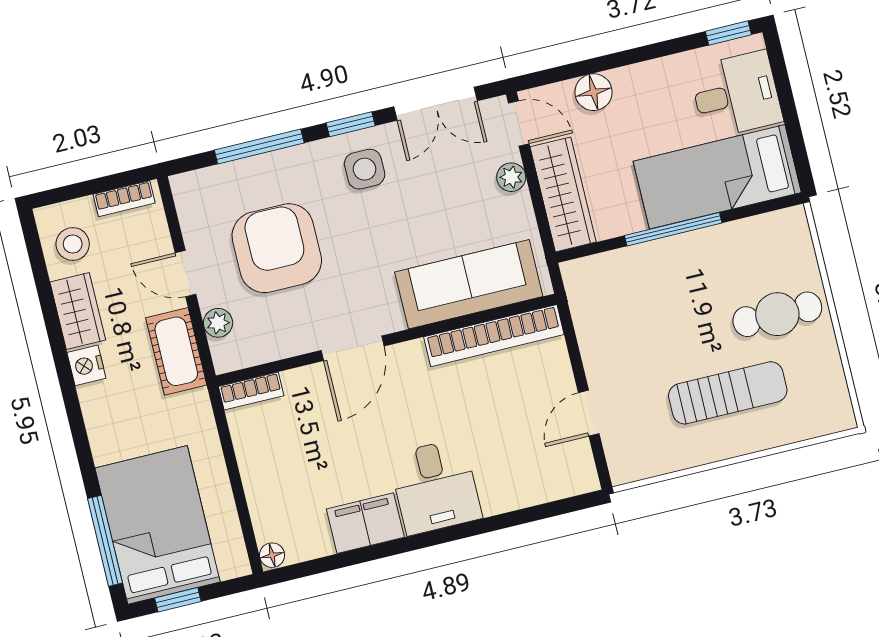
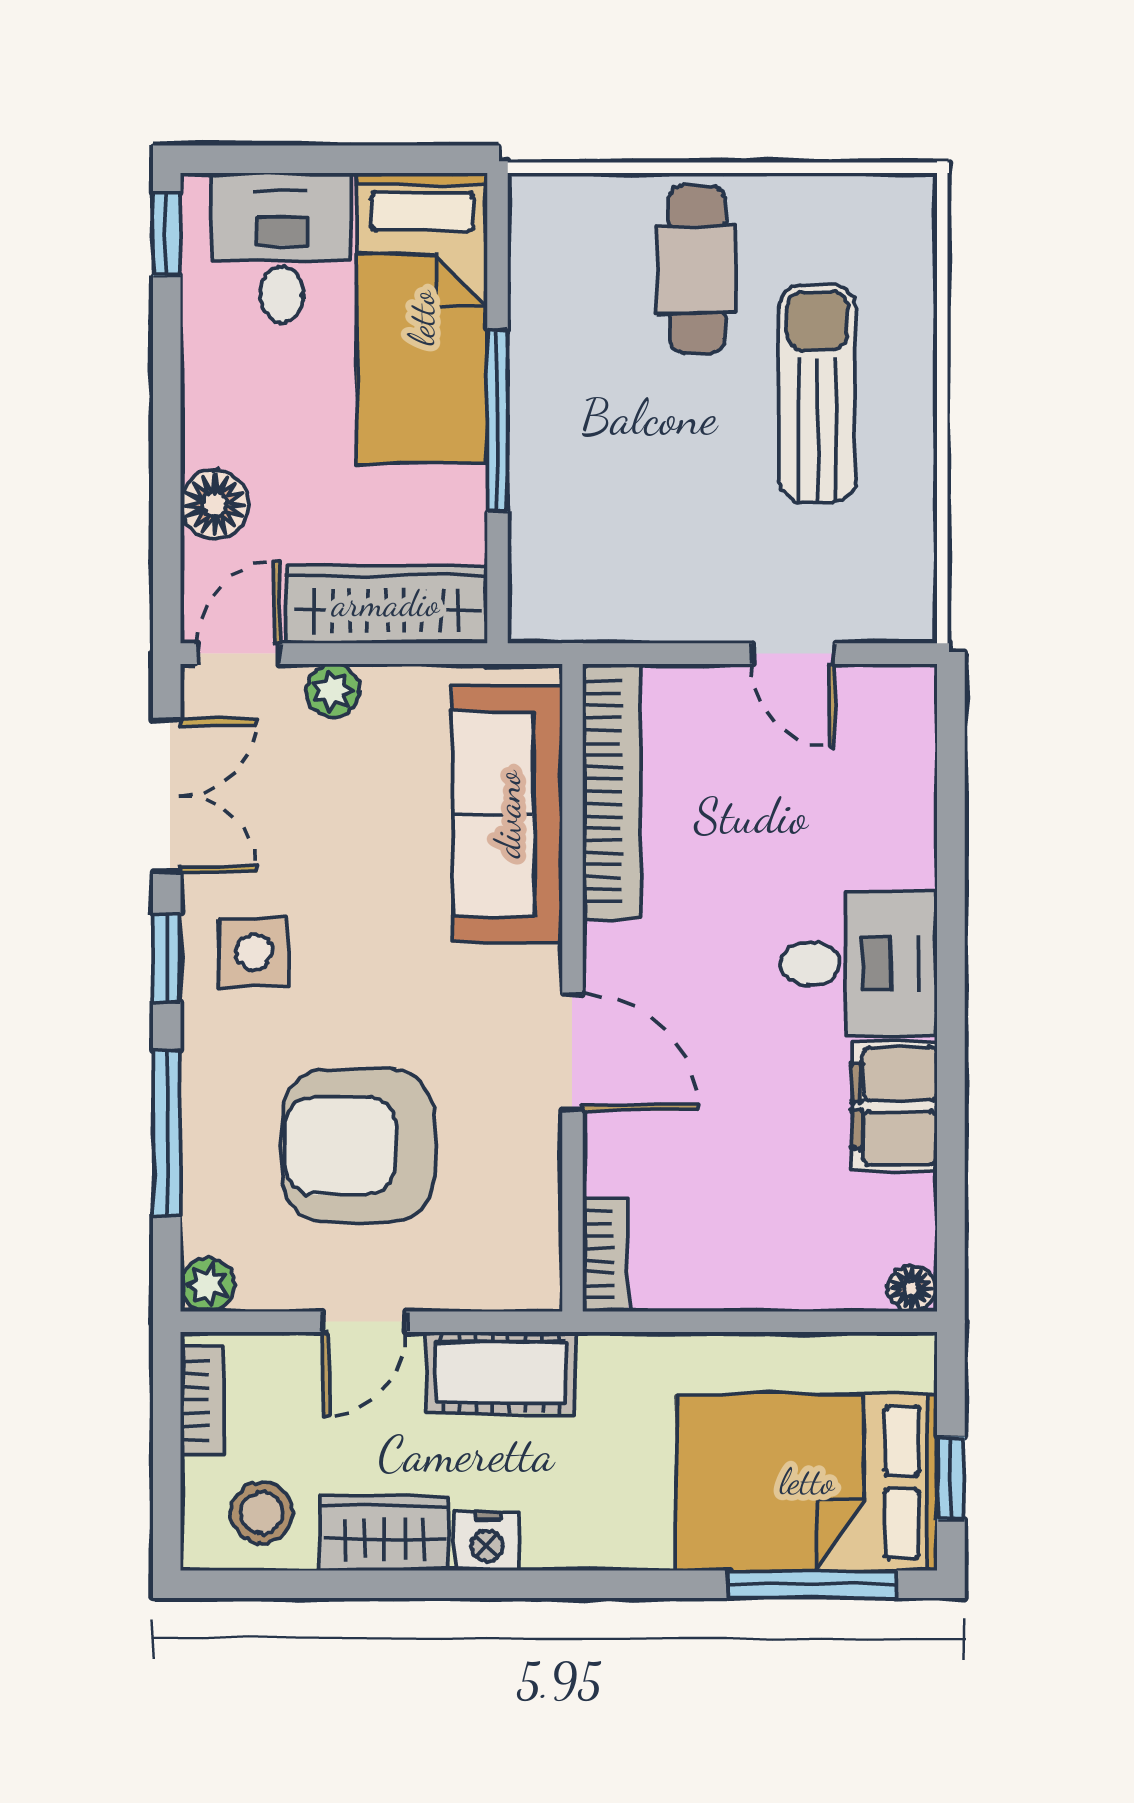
plant: (218, 323) -> (207, 1284), moved

